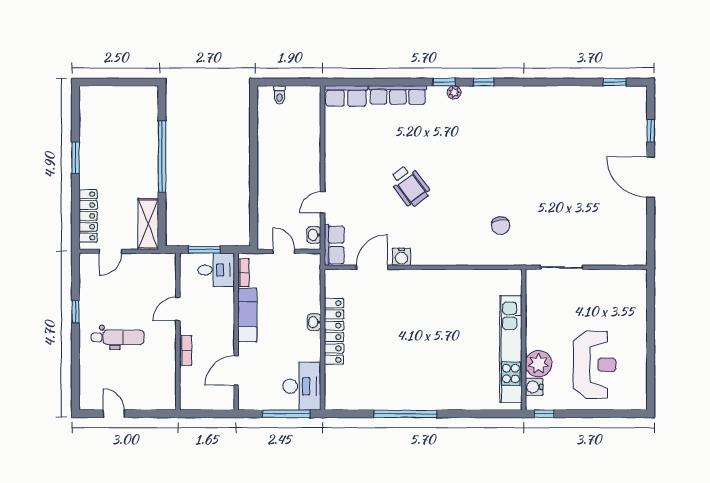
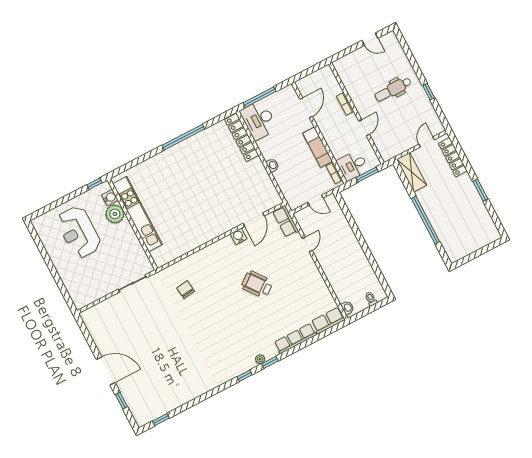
washbasin: (314, 235) -> (348, 308), moved
locker: (334, 331) -> (242, 137), moved

